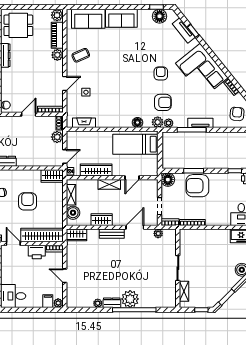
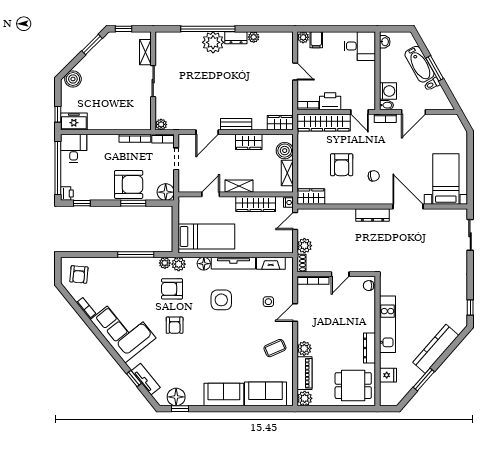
side table: (124, 94) -> (221, 300), added
tv unit: (200, 123) -> (233, 263), moved, width x1.41
plant: (158, 233) -> (161, 124), moved

